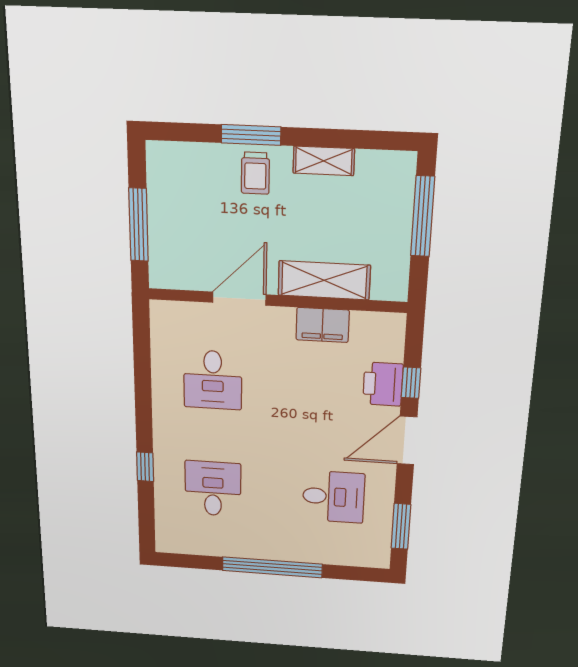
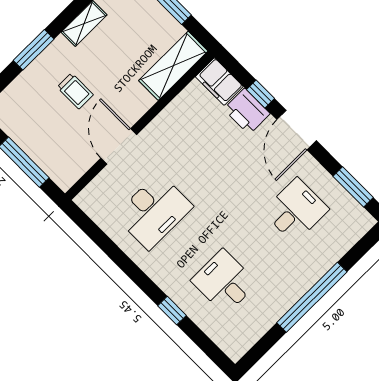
trolley: (255, 173) -> (75, 91), moved
shelving: (324, 280) -> (173, 66), moved
filing cabinet: (323, 325) -> (219, 82), moved, turned 90
desk: (213, 380) -> (154, 211), width x1.37

